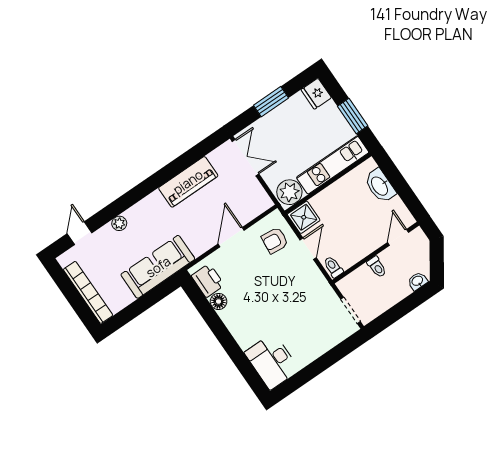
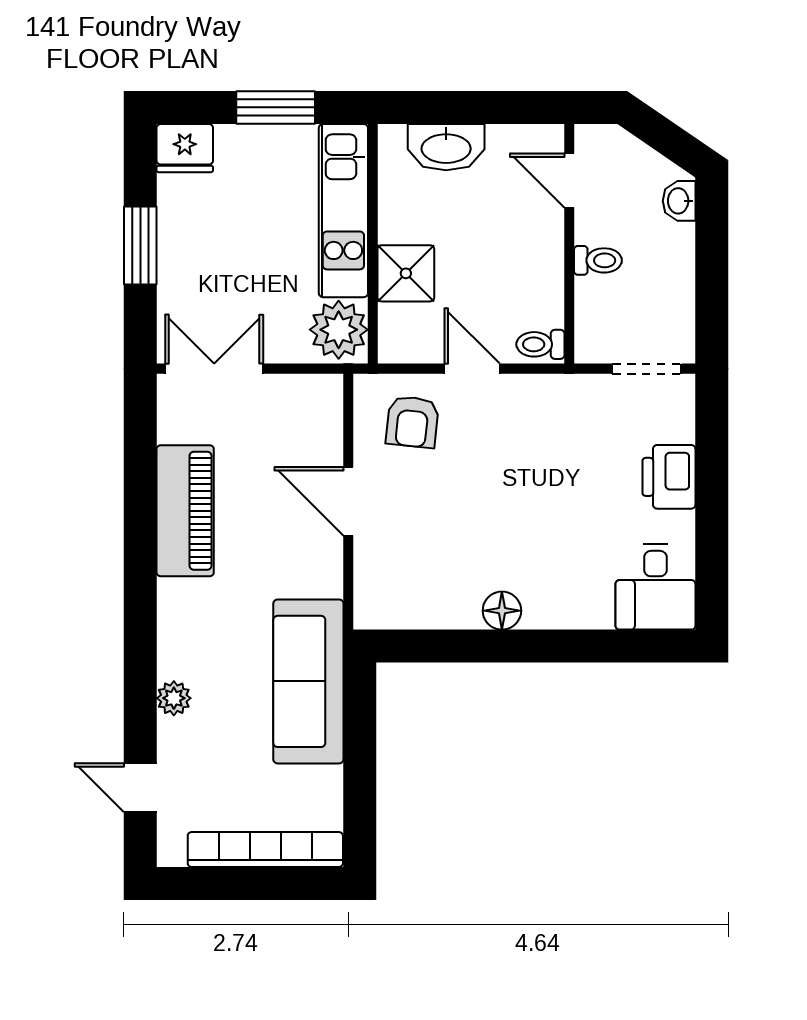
shower: (304, 217) -> (406, 273), moved
printer: (208, 281) -> (669, 477), moved, turned -90
floor lamp: (218, 301) -> (502, 611), moved
desk: (272, 361) -> (655, 587), width x0.73

